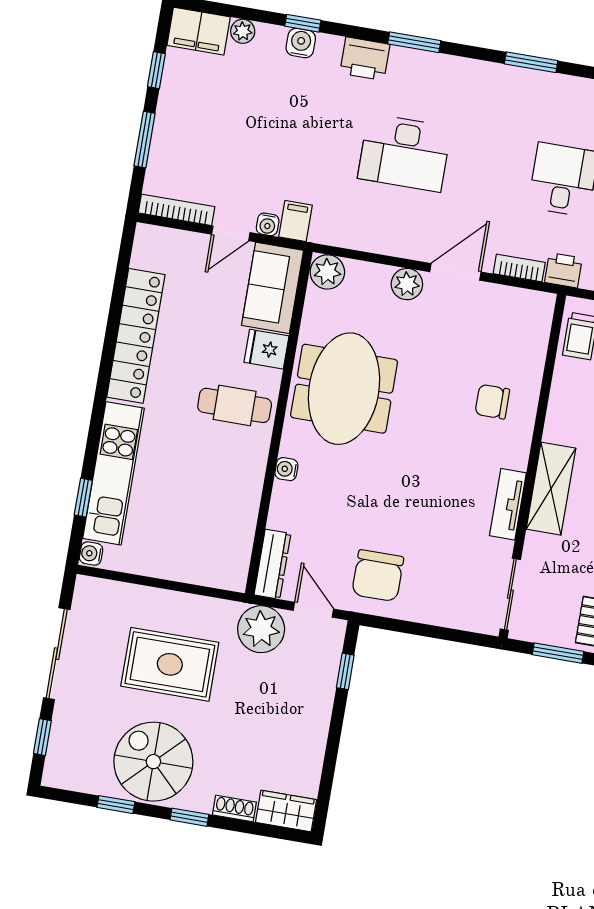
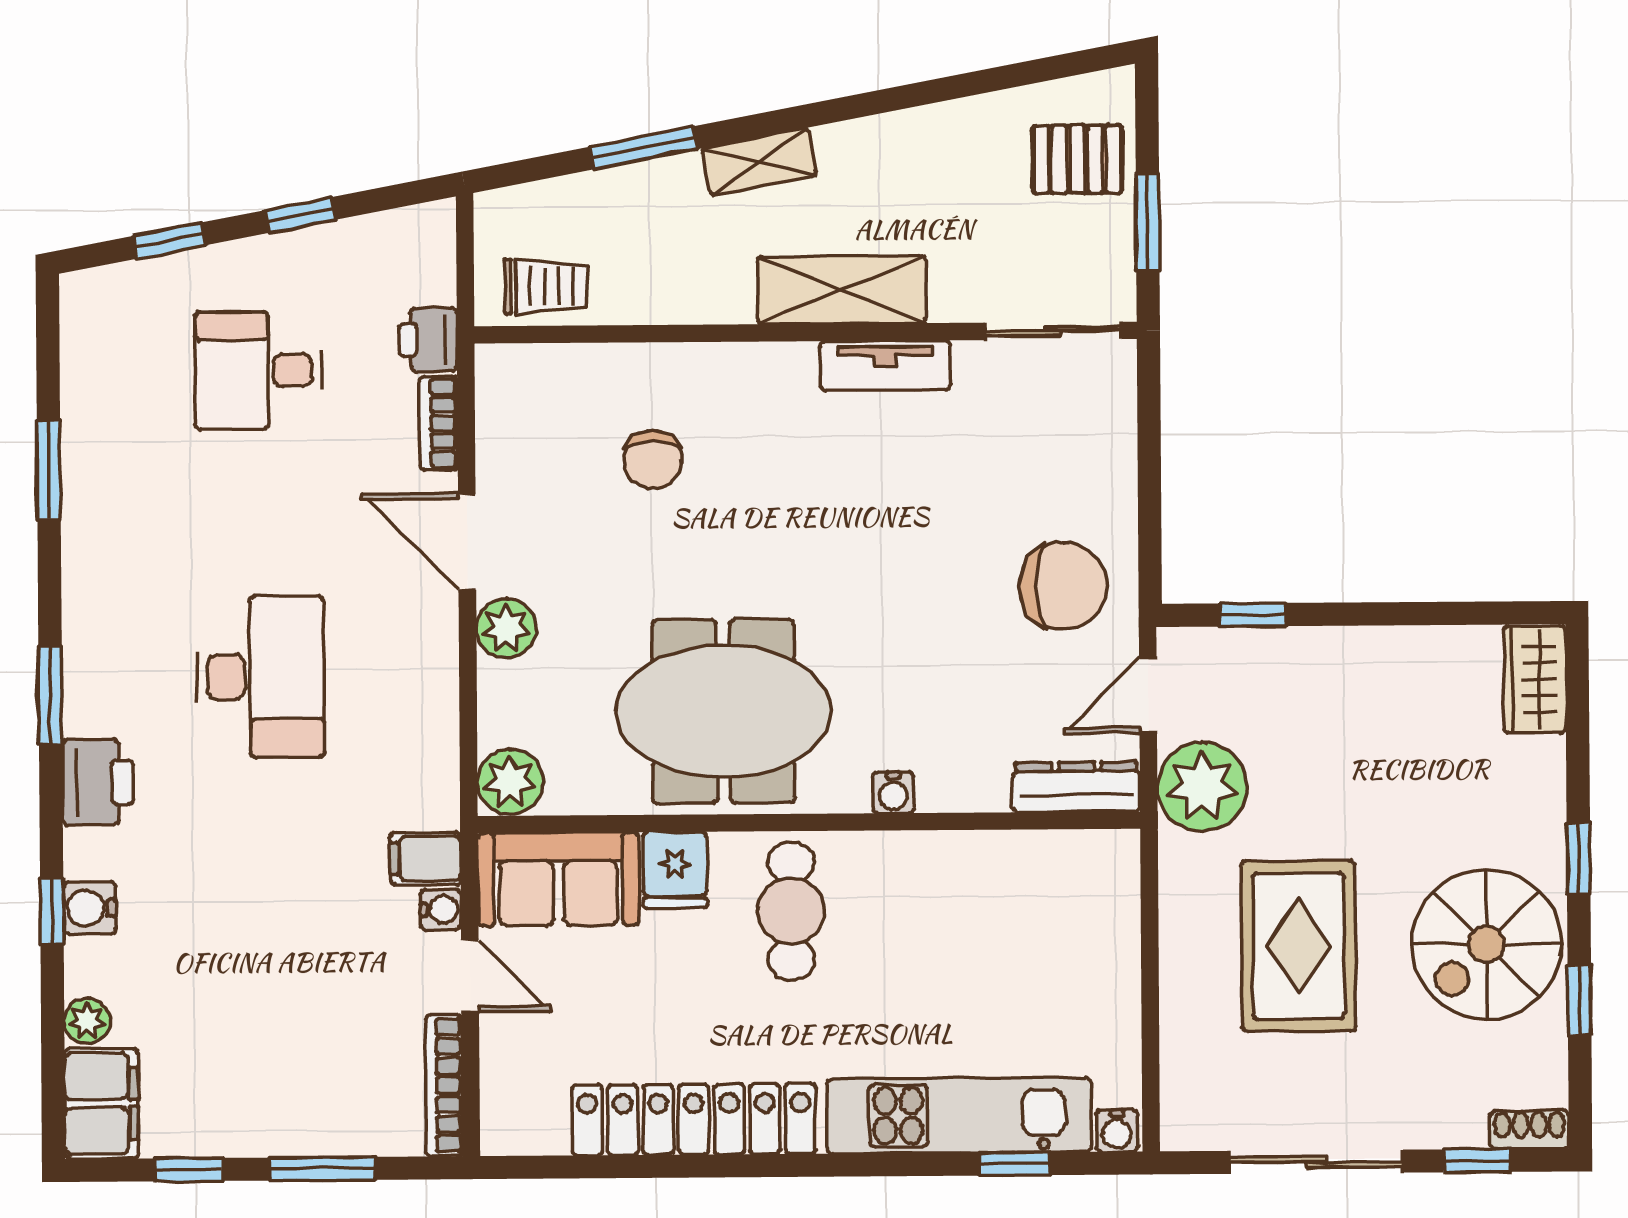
chair: (492, 402) -> (653, 460), moved
shoe rack: (234, 809) -> (1530, 1130), moved, turned 90

